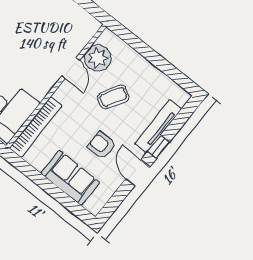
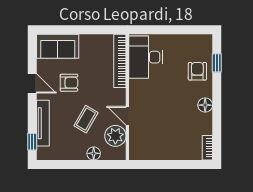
floor lamp: (132, 58) -> (94, 153), added
window: (159, 147) -> (32, 142), moved
sofa: (70, 178) -> (58, 46), moved

